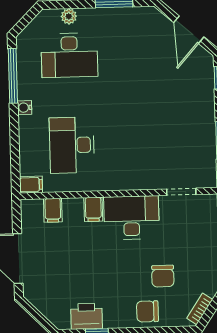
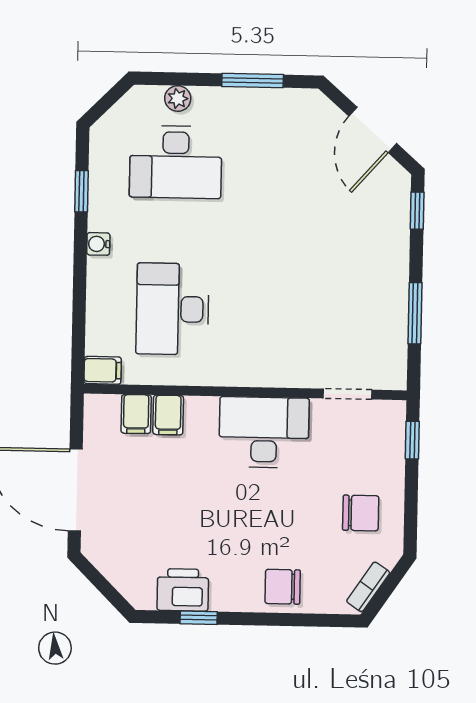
window: (13, 76) -> (82, 191), width x0.46
filing cabinet: (93, 209) -> (168, 415), moved
chair: (163, 276) -> (361, 513), moved, turned -90

